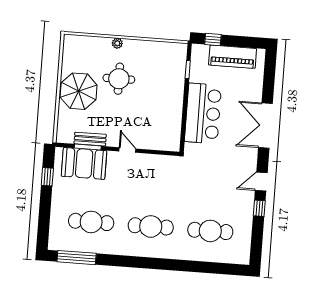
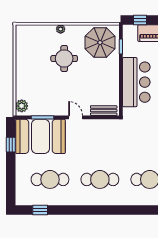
parasol: (79, 91) -> (100, 43), moved
plant: (64, 132) -> (22, 106), added
bench: (90, 139) -> (104, 111), moved
booth: (84, 163) -> (40, 136), width x1.36, depth x1.42
window: (77, 258) -> (40, 210), width x0.46

